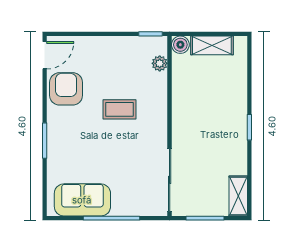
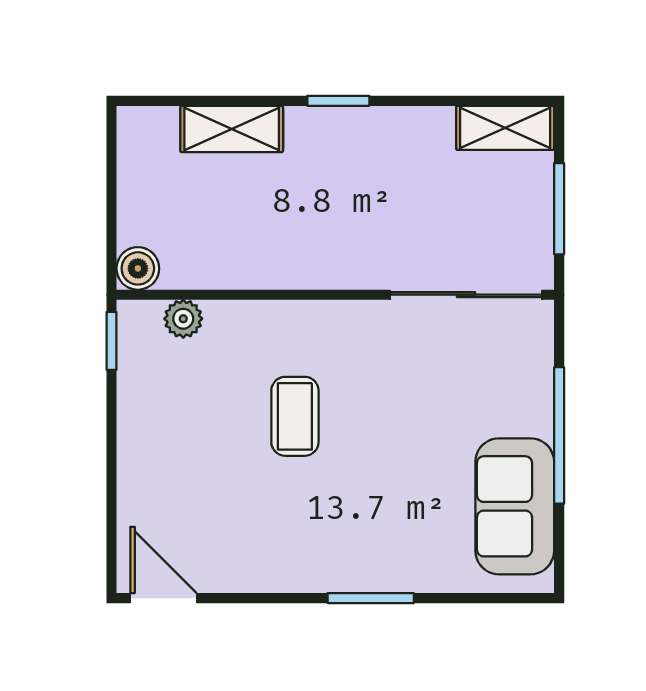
shelving: (212, 45) -> (232, 129), moved, turned 90
armchair: (66, 89) -> (245, 546), removed

